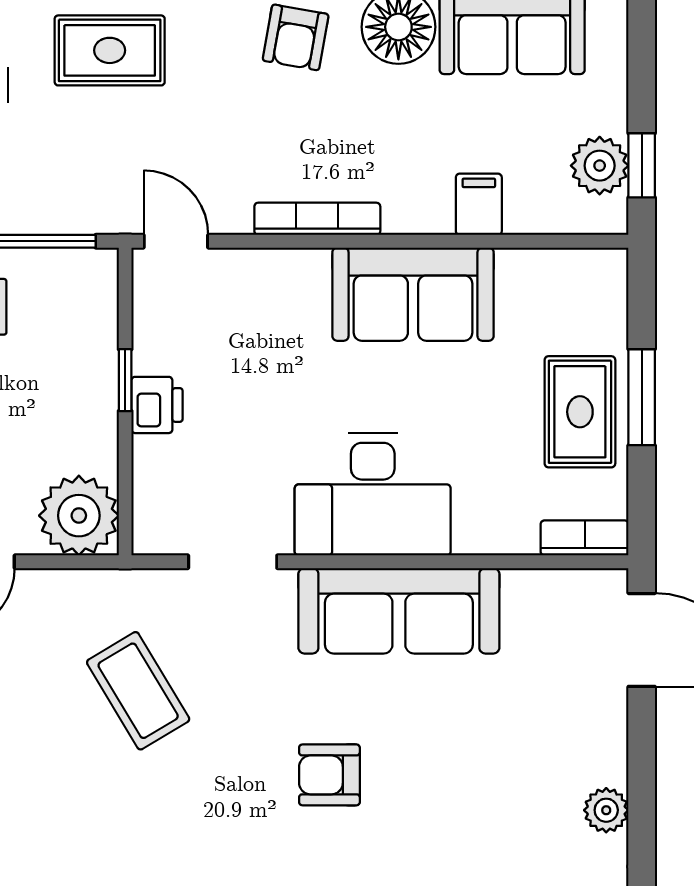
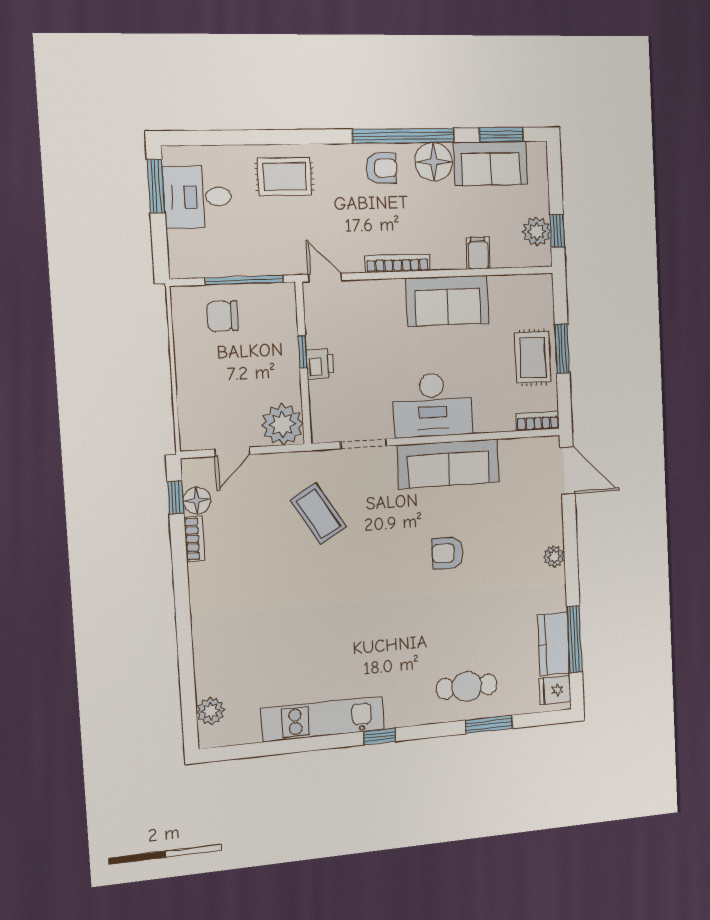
armchair: (296, 37) -> (381, 168), turned -100
armchair: (329, 775) -> (448, 553), moved

